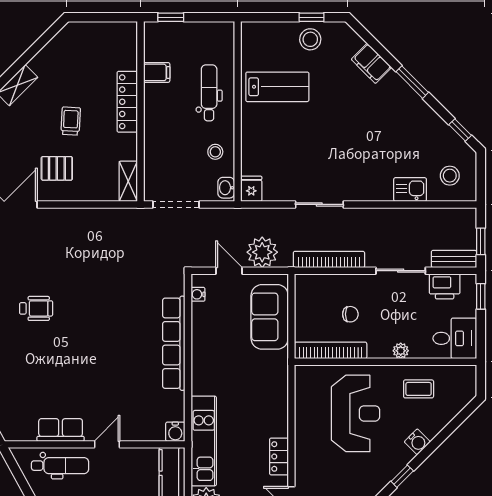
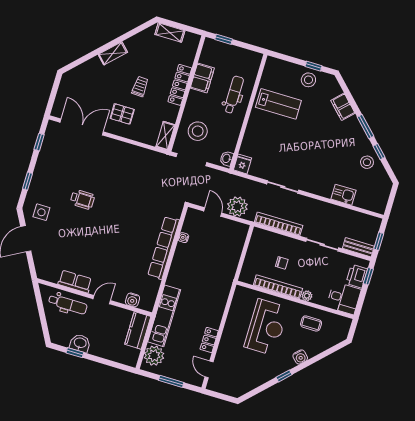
shelving: (90, 31) -> (170, 33), added
filing cabinet: (157, 72) -> (202, 78), width x2.00
window: (460, 130) -> (379, 152), moved
stool: (215, 152) -> (198, 131), moved, width x1.89, depth x1.89
stool: (450, 176) -> (367, 162), moved
printer: (445, 286) -> (357, 276), moved, turned 90
water cooler: (198, 294) -> (183, 238), moved
sofa: (270, 317) -> (230, 249), removed
bookcase: (331, 350) -> (278, 287), moved
water cooler: (175, 432) -> (132, 300), moved

